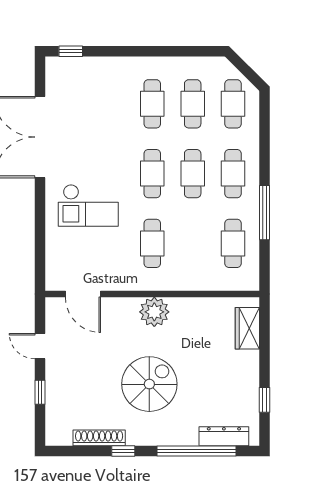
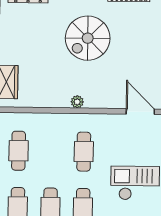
plant: (154, 312) -> (77, 102), width x0.53, depth x0.53

